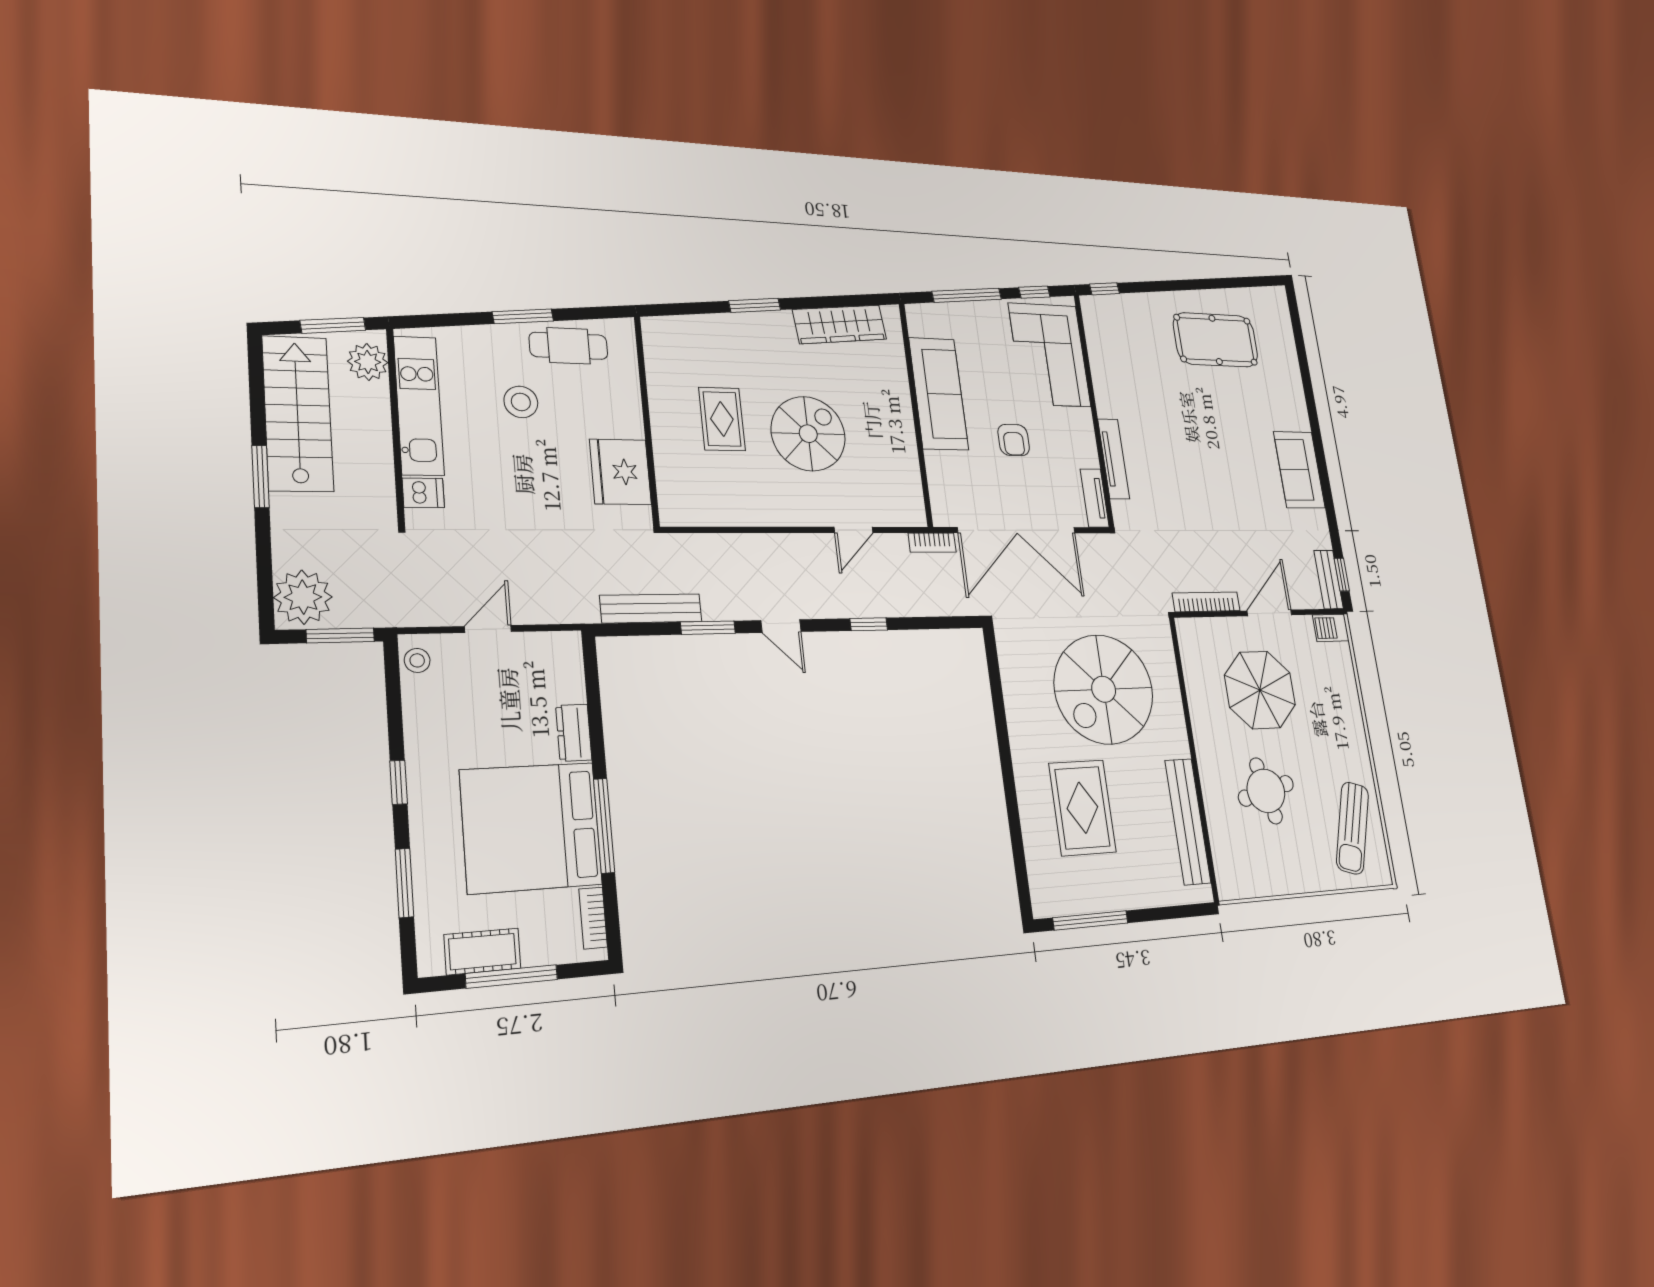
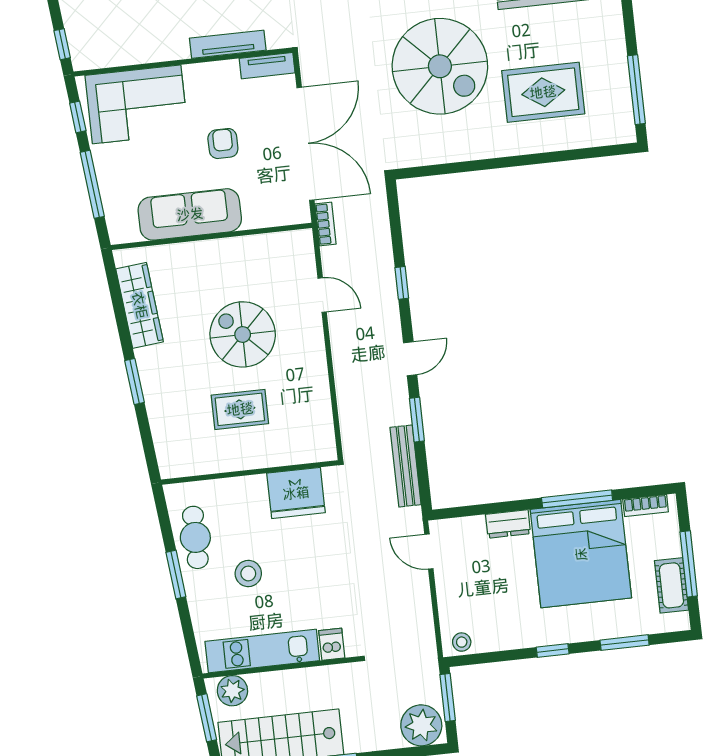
armchair: (1014, 440) -> (223, 144), turned -90
door: (488, 629) -> (429, 551), moved

